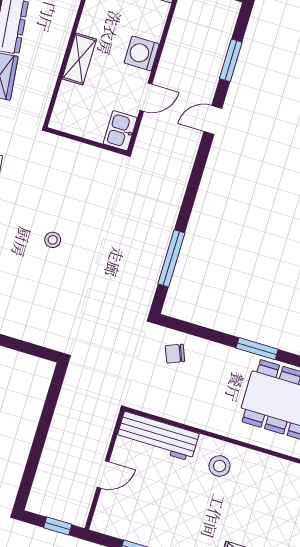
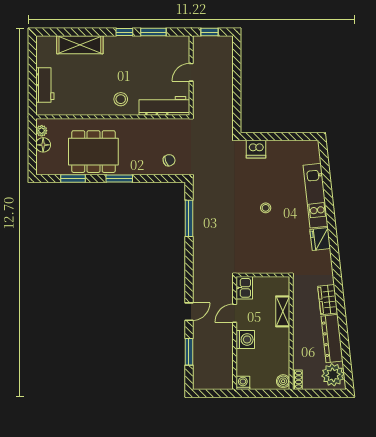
shelving: (79, 59) -> (283, 311), moved
dishwasher: (41, 331) -> (256, 149), added

